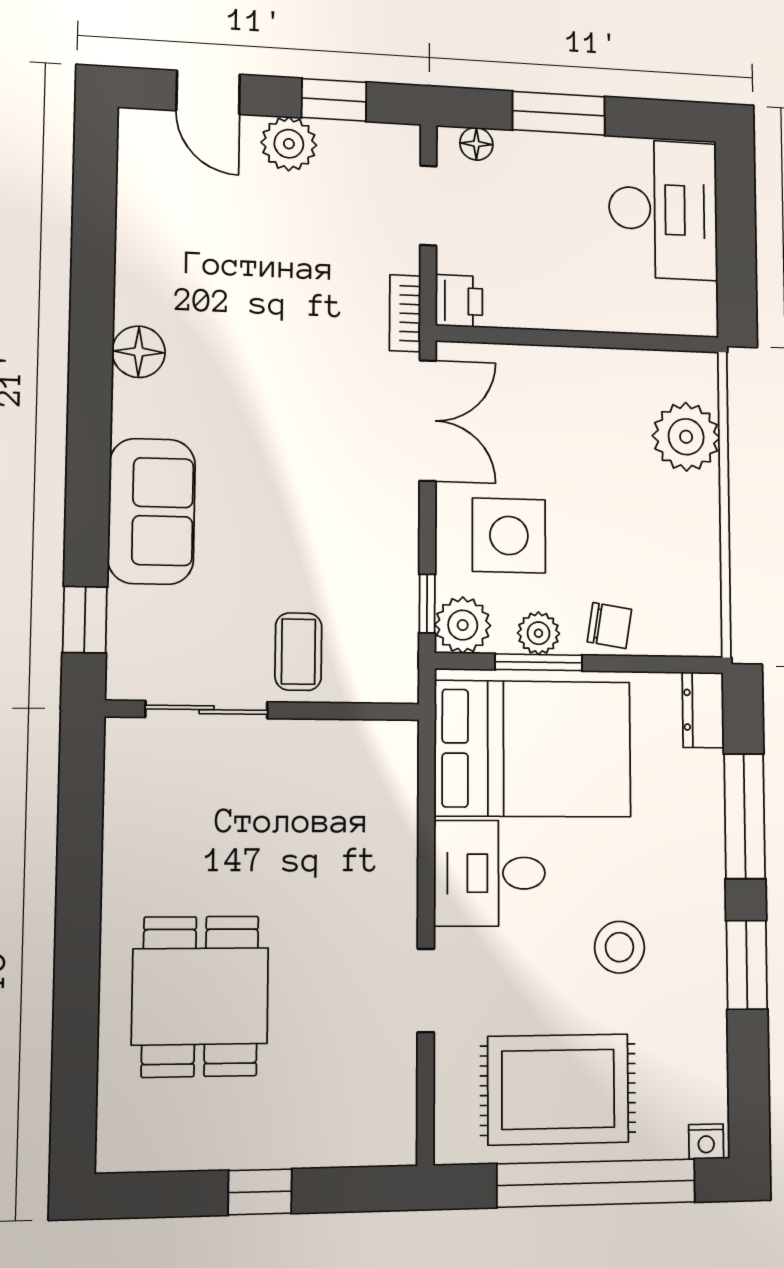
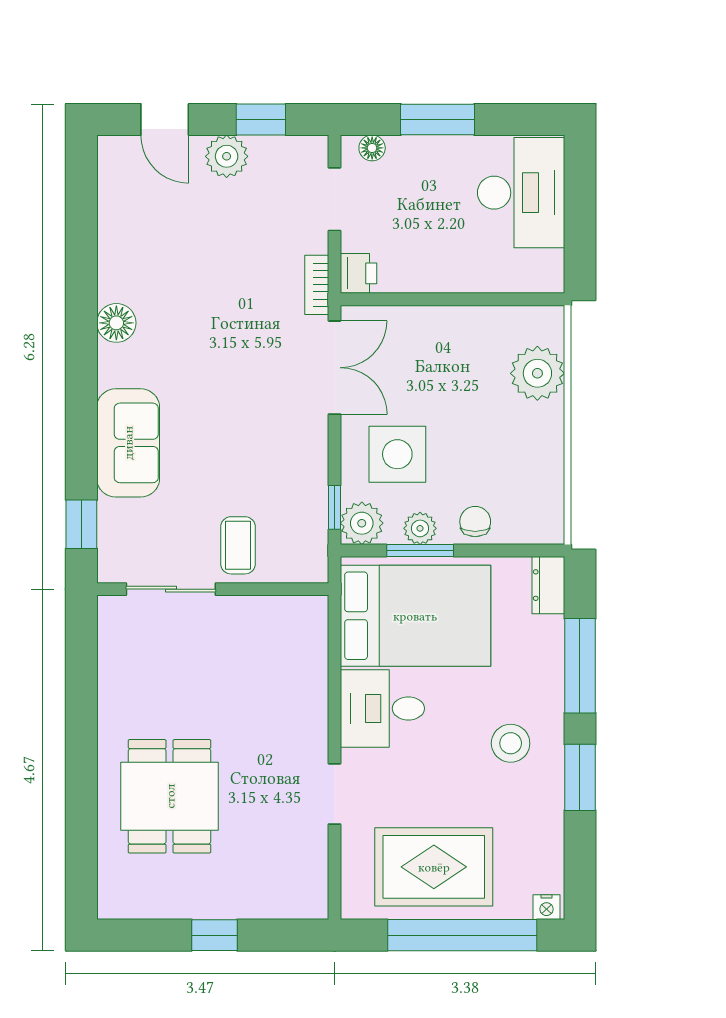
chair: (609, 626) -> (475, 522), turned -99
stool: (620, 947) -> (511, 743), moved

